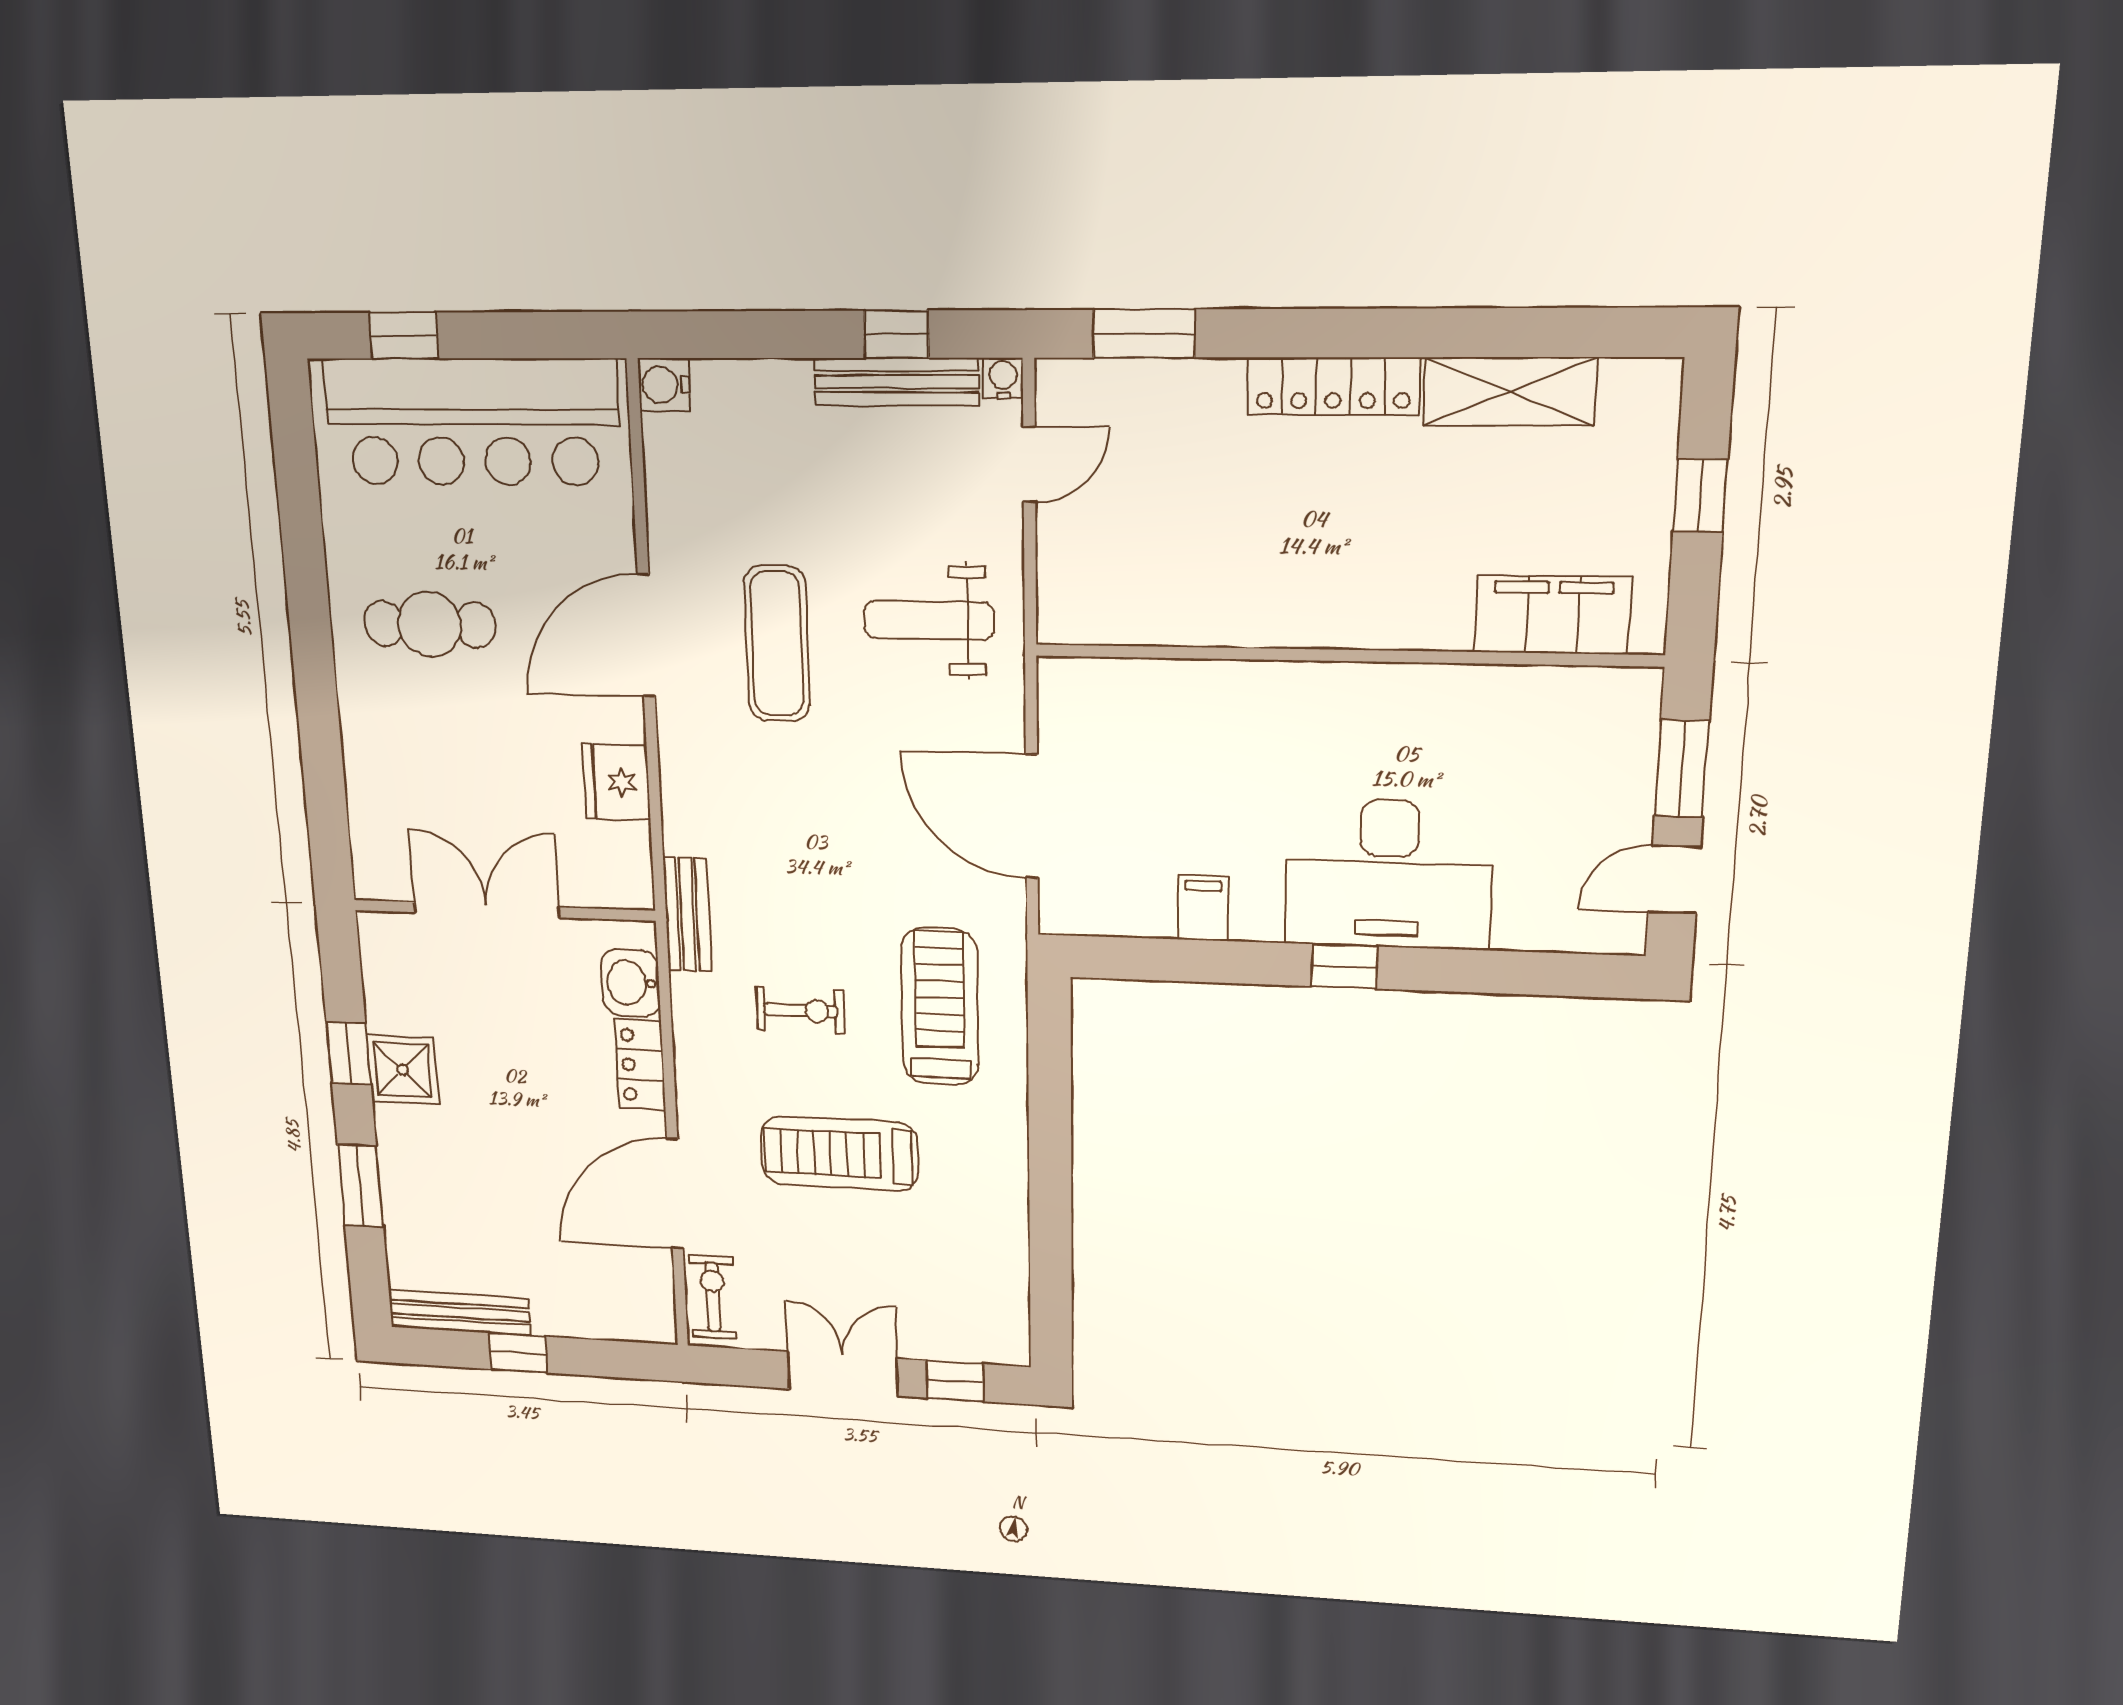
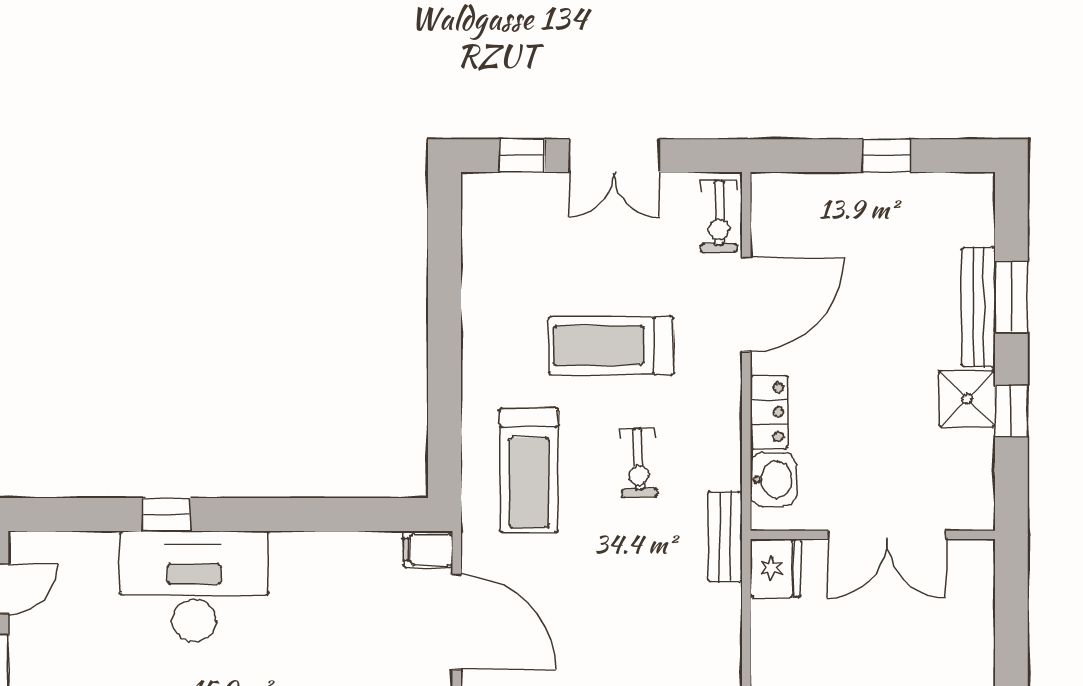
fridge: (617, 782) -> (776, 568), moved
filing cabinet: (1203, 908) -> (428, 549), moved, turned 90
window: (1345, 966) -> (166, 514), moved
exercise bike: (800, 1010) -> (638, 463), turned -92
treadmill: (839, 1154) -> (611, 346), turned 180
bench: (459, 1313) -> (978, 307), moved, turned 90

